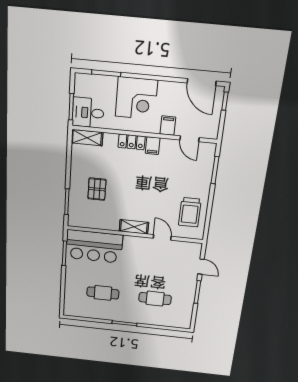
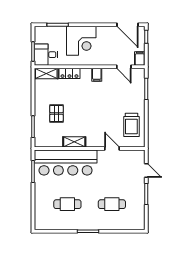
filing cabinet: (168, 126) -> (140, 58), moved
locker: (132, 142) -> (69, 73), moved
shelving: (134, 227) -> (74, 142), moved
bar counter: (94, 246) -> (66, 163), width x1.36

